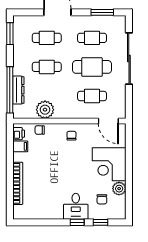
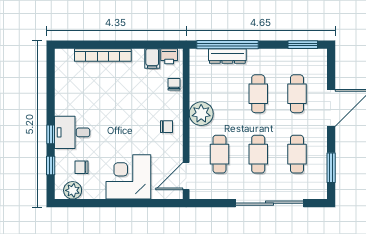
cafe table: (92, 67) -> (258, 154), width x0.73, depth x0.74
plant: (45, 110) -> (201, 114), moved
plant: (119, 189) -> (73, 190), moved

